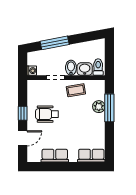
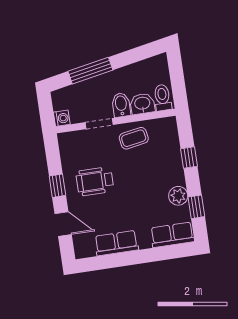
plant: (99, 107) -> (178, 196), moved
window: (109, 108) -> (189, 158), width x0.46
door: (23, 138) -> (63, 224), hinge flipped
window: (109, 140) -> (196, 207), added

